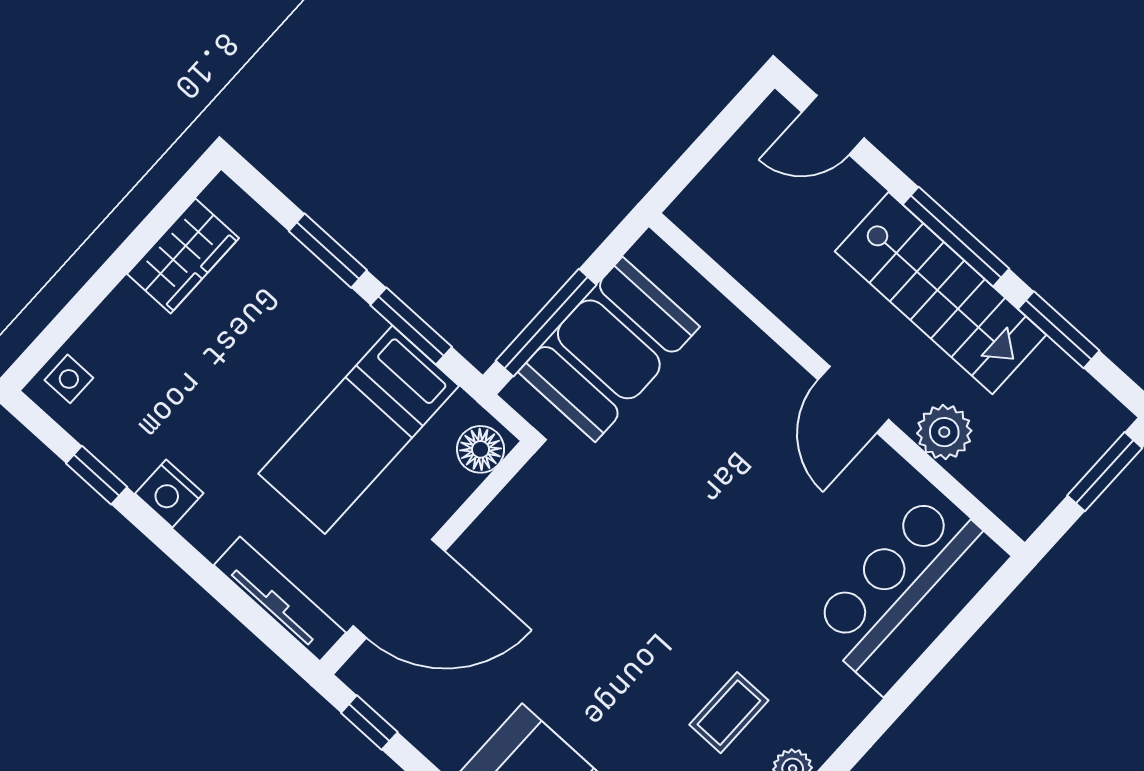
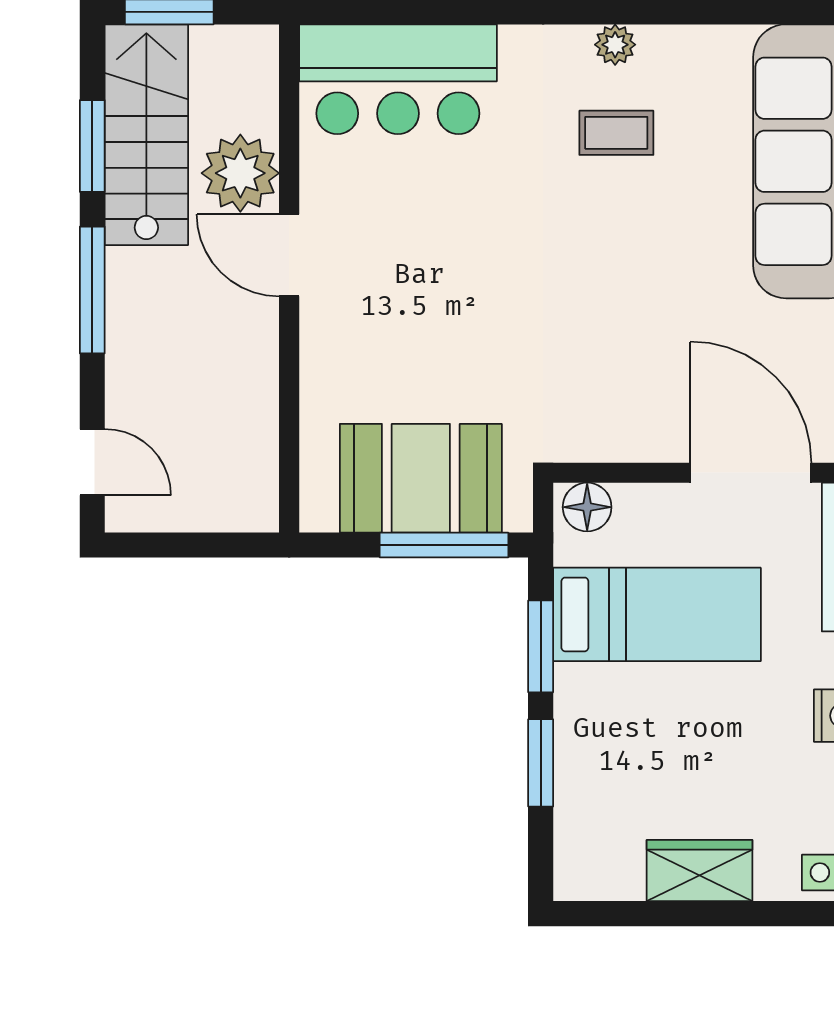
wardrobe: (183, 256) -> (700, 871), moved
stairs: (941, 293) -> (146, 135), moved
door: (853, 400) -> (289, 255), swing flipped
plant: (944, 432) -> (240, 173), width x1.36, depth x1.36

